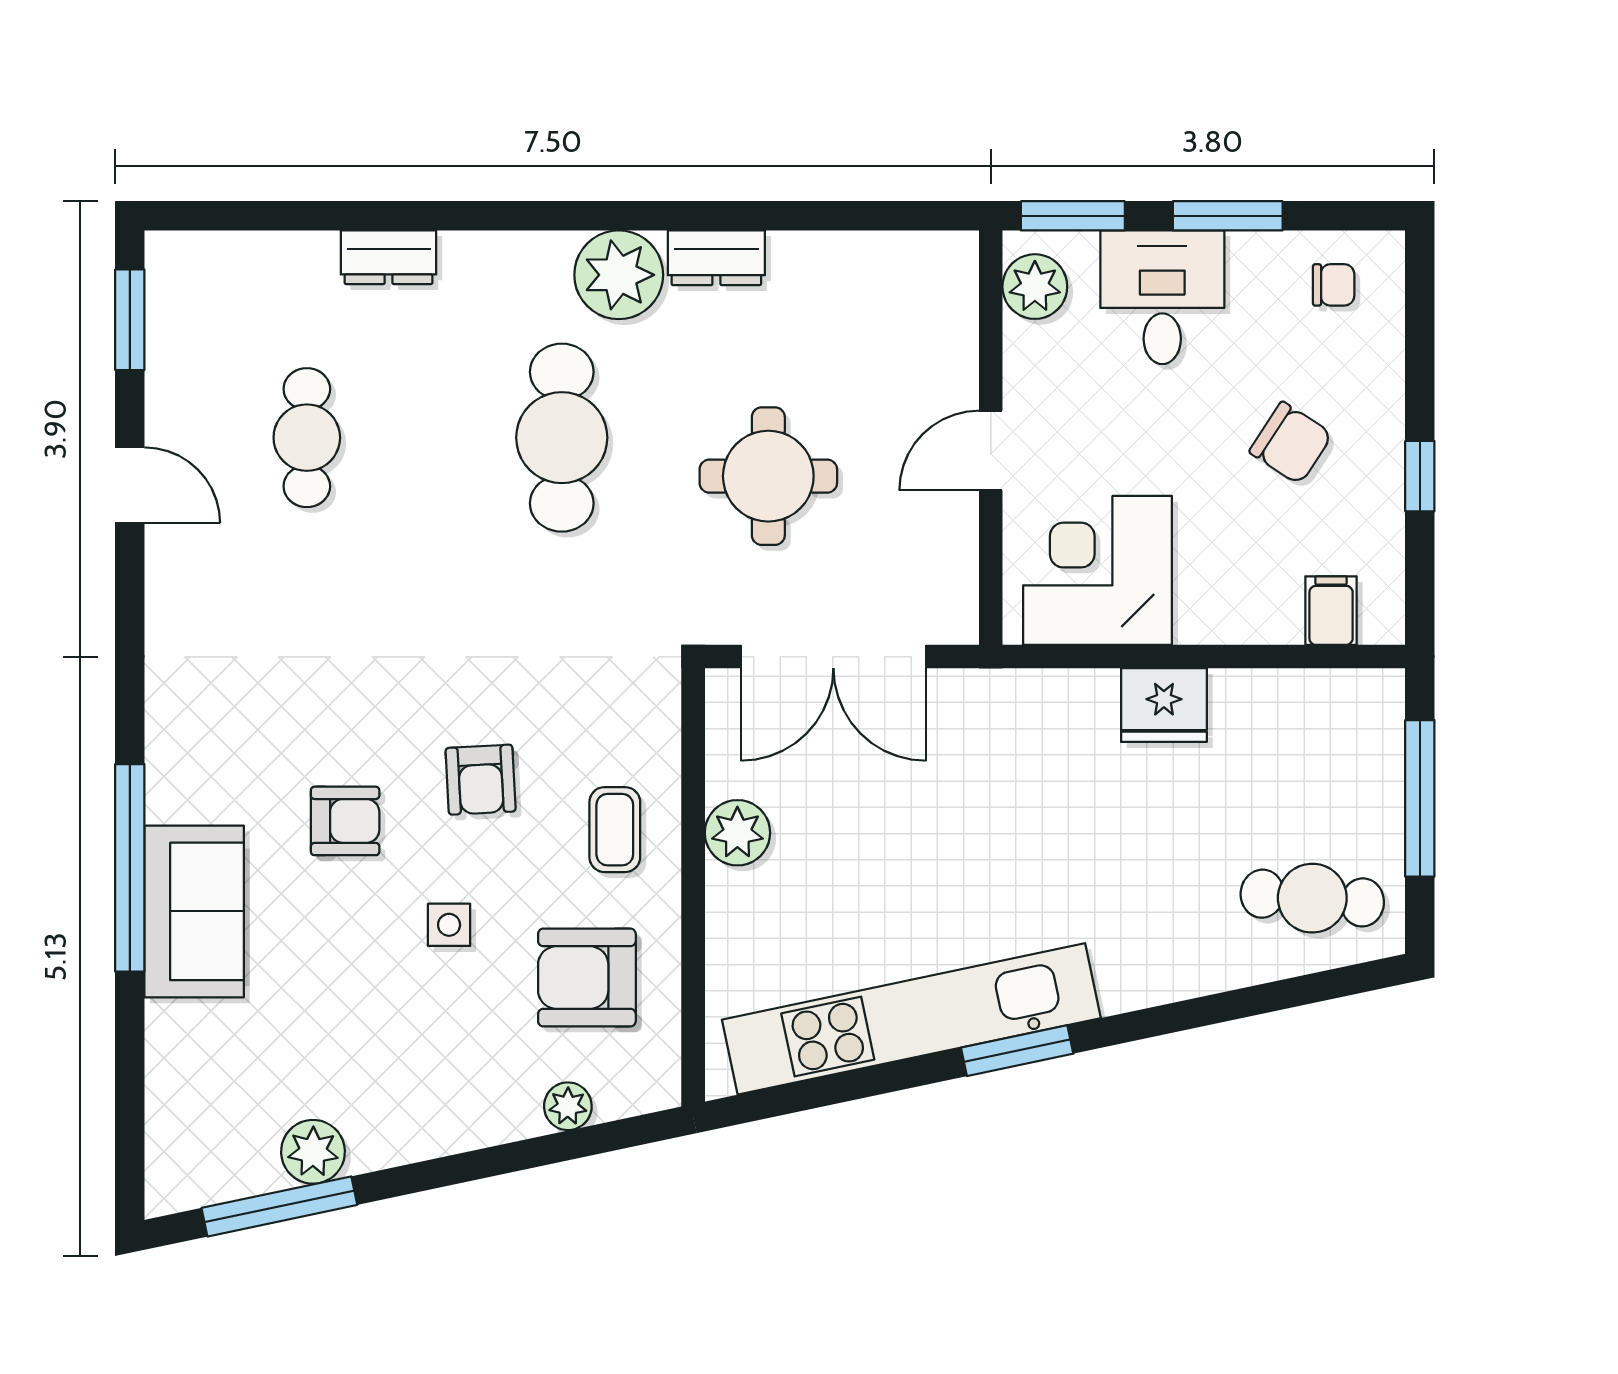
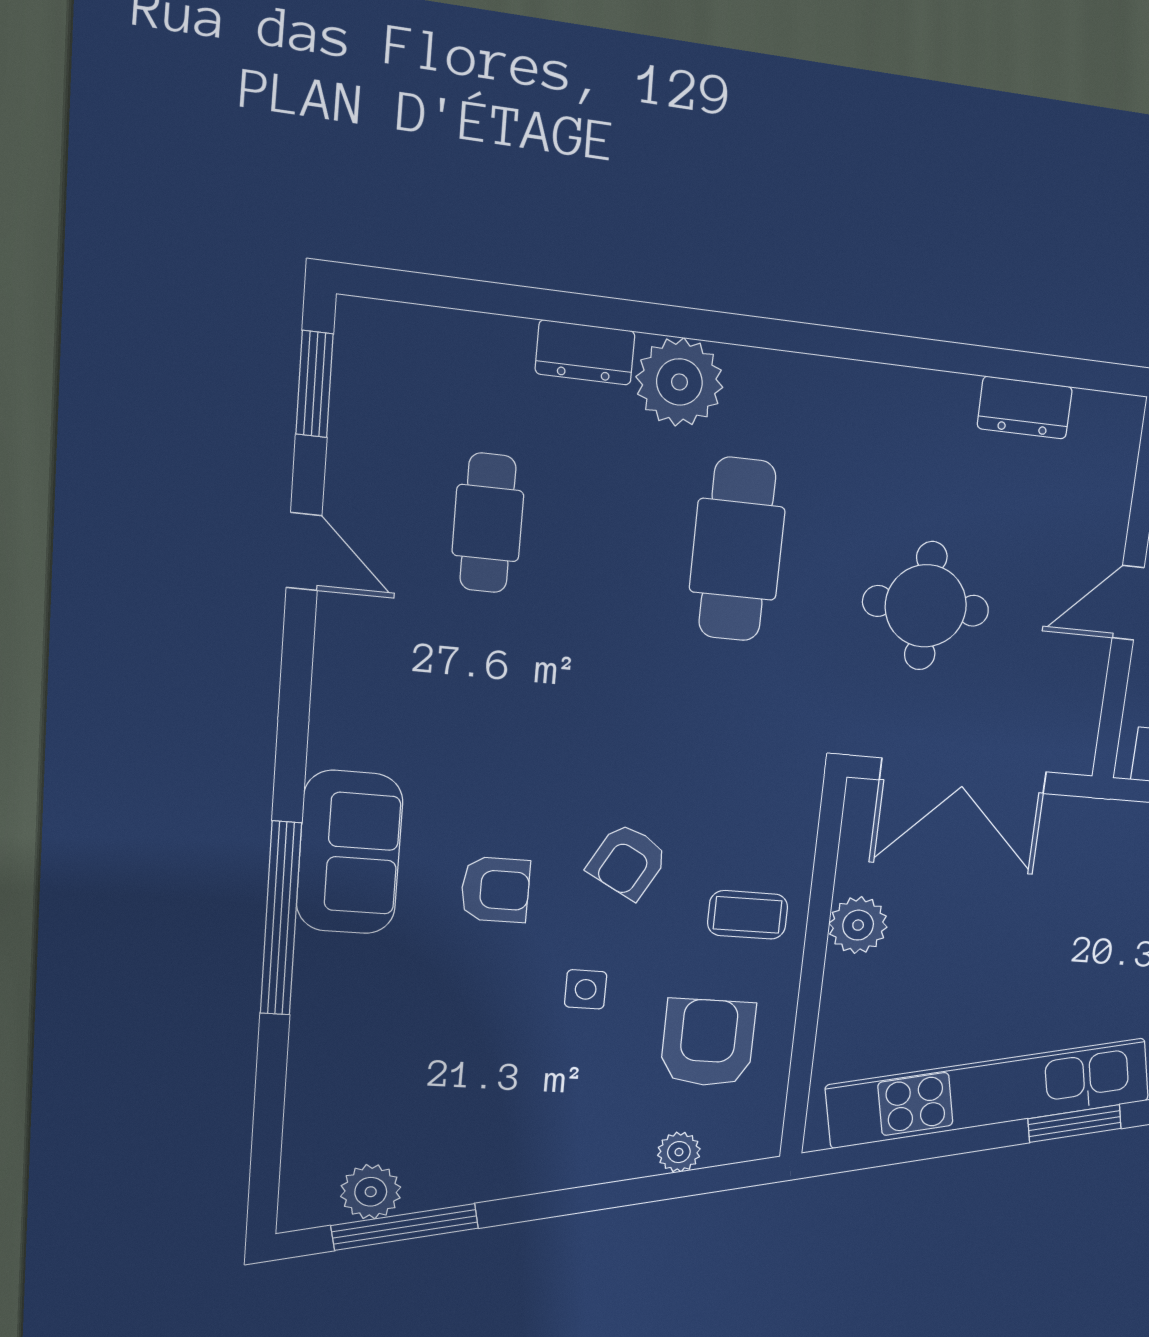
dresser: (716, 258) -> (1025, 408), moved
plant: (619, 275) -> (679, 382), moved
armchair: (481, 780) -> (628, 861), turned 32
coffee table: (615, 830) -> (748, 915), turned 90
sofa: (194, 911) -> (350, 853), moved
armchair: (587, 978) -> (708, 1043), turned 90
plant: (313, 1152) -> (371, 1192), moved

